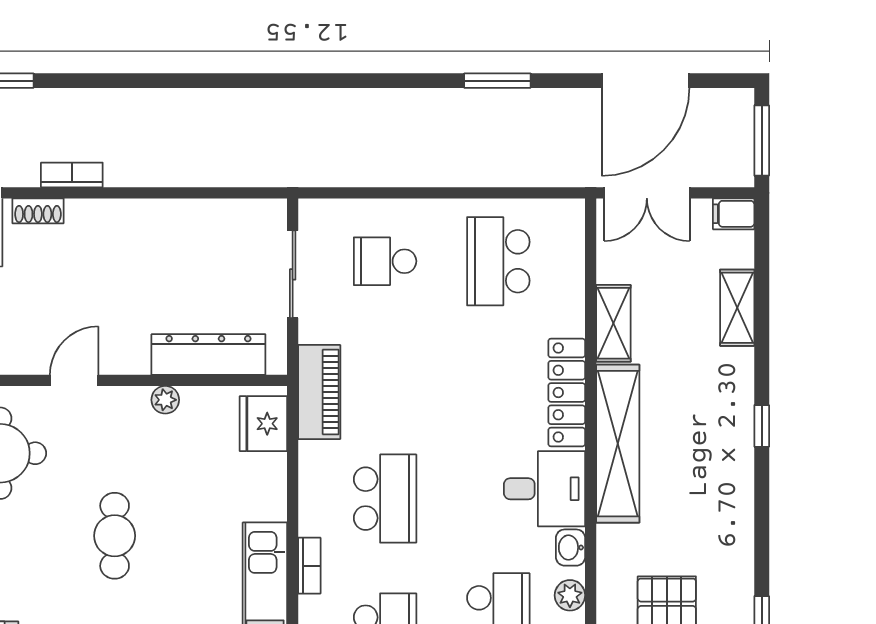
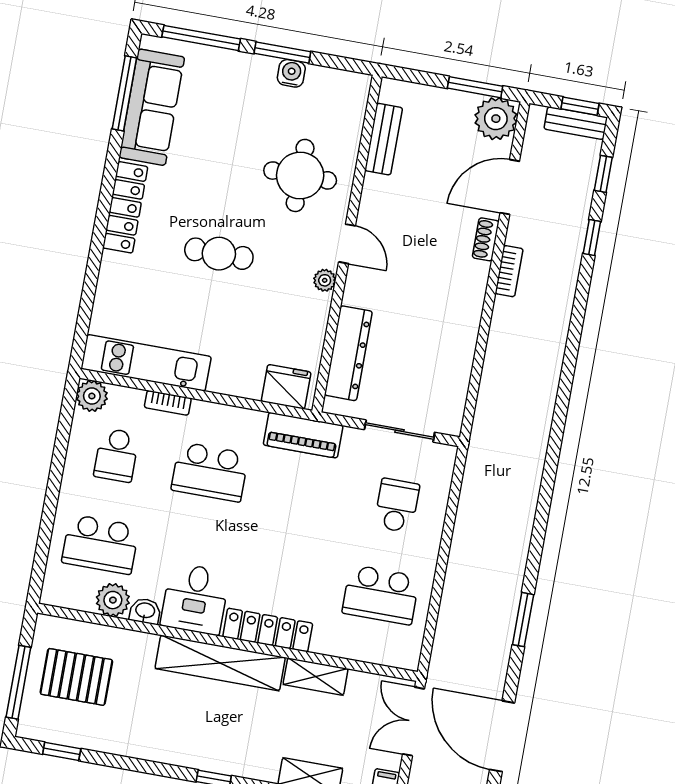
school desk: (498, 261) -> (381, 595), turned 180
plant: (165, 400) -> (325, 280), moved
plant: (570, 595) -> (113, 600), width x1.38, depth x1.38

